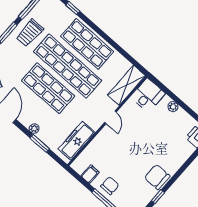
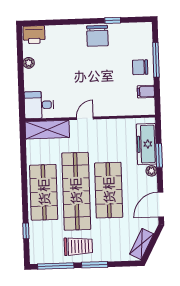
plant: (173, 107) -> (29, 63), moved
freezer: (77, 141) -> (146, 144), moved, turned 90

